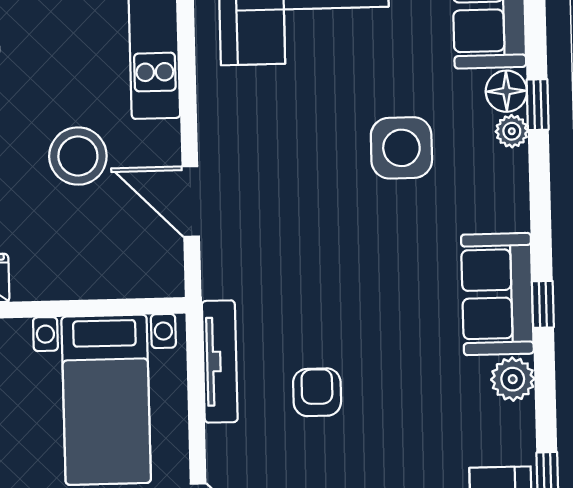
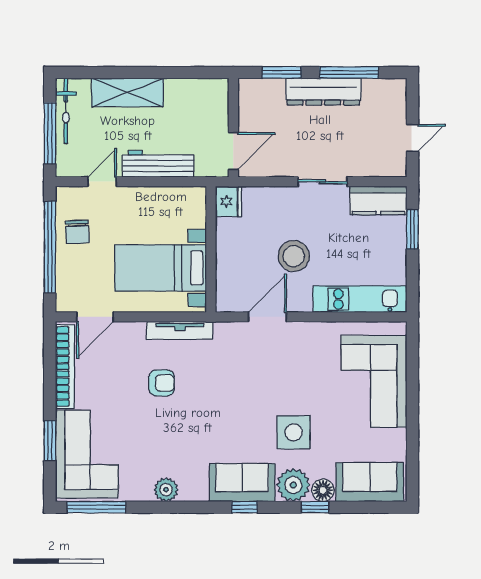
plant: (512, 131) -> (293, 485), width x1.88, depth x1.88
sofa: (497, 294) -> (242, 483), moved
window: (543, 304) -> (244, 507), moved

